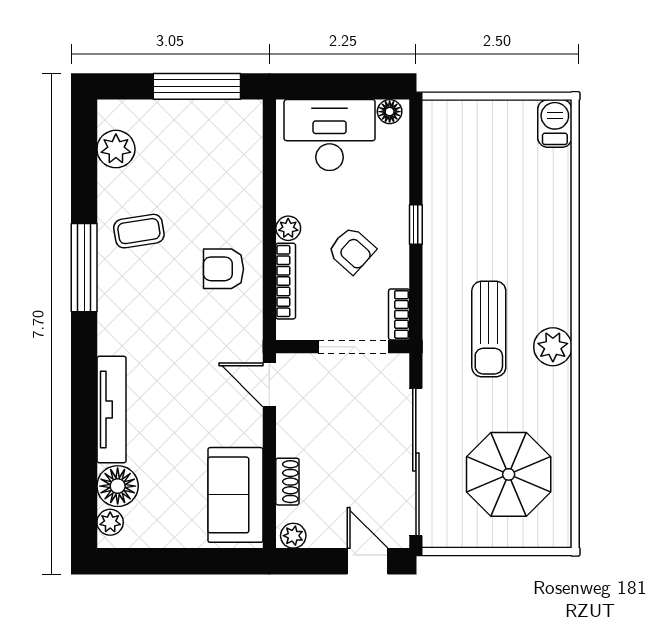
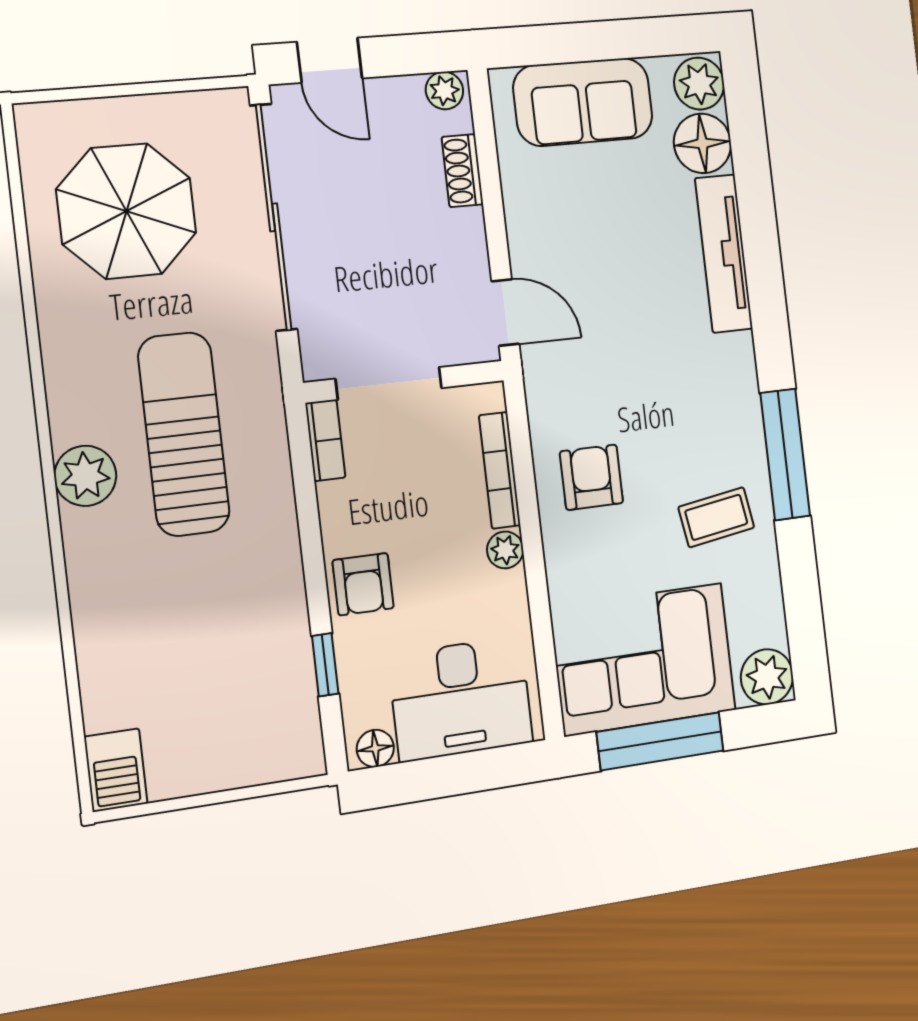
corner sofa: (202, 143) -> (643, 659), added
plant: (116, 149) -> (767, 677), moved
window: (416, 224) -> (325, 665), moved
armchair: (352, 250) -> (363, 584), moved, turned -132
armchair: (223, 269) -> (591, 477), turned -90
sun lounger: (489, 329) -> (184, 434), width x1.36, depth x1.34
plant: (553, 347) -> (85, 476), moved
sofa: (235, 495) -> (583, 102), moved, turned 90
plant: (110, 522) -> (699, 84), width x1.38, depth x1.38

